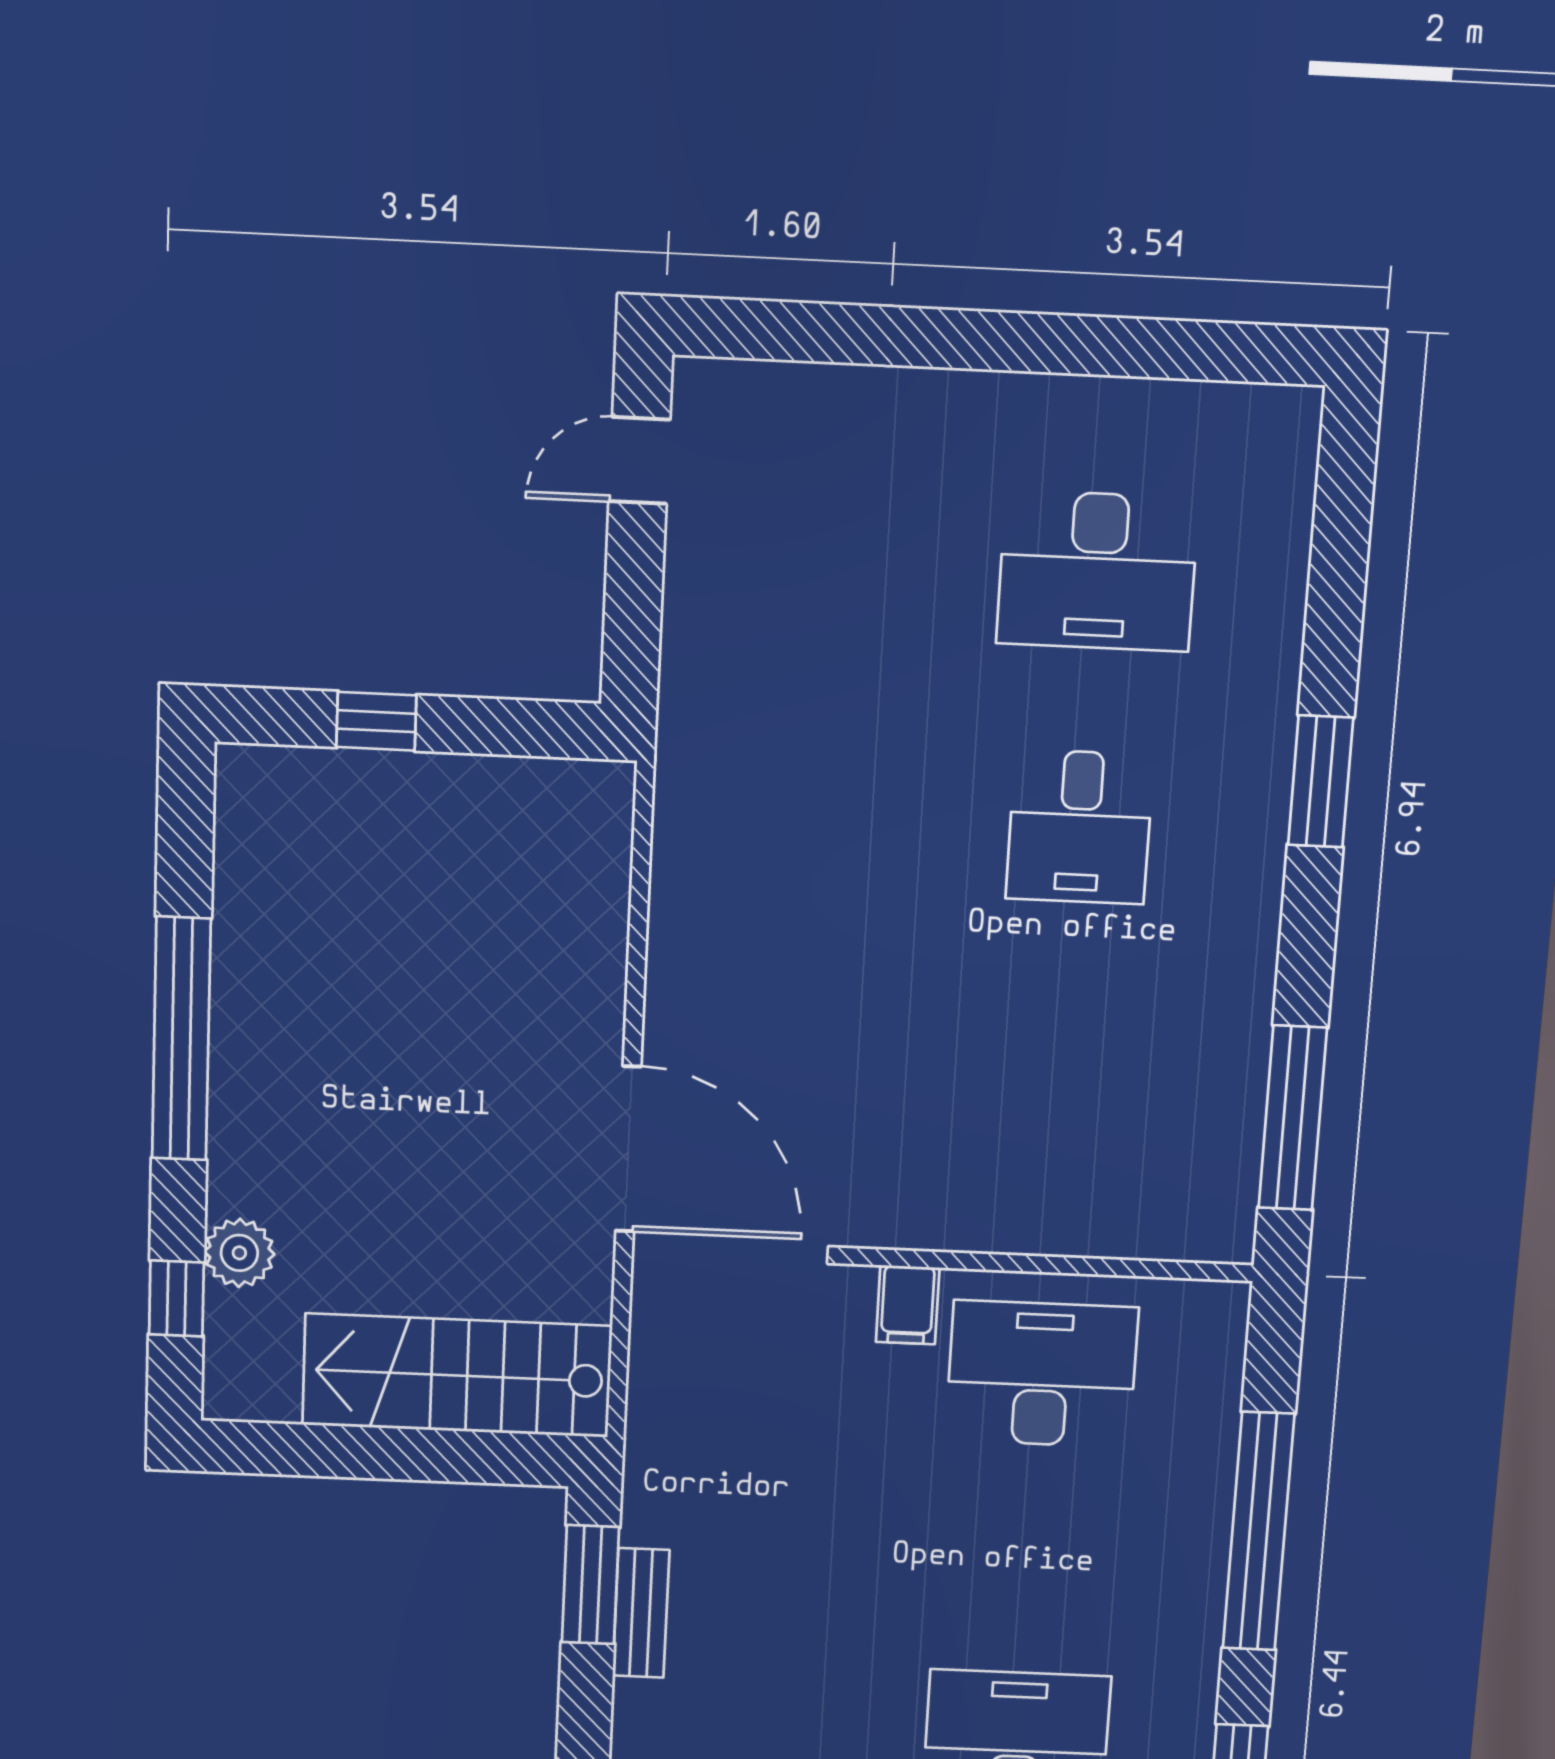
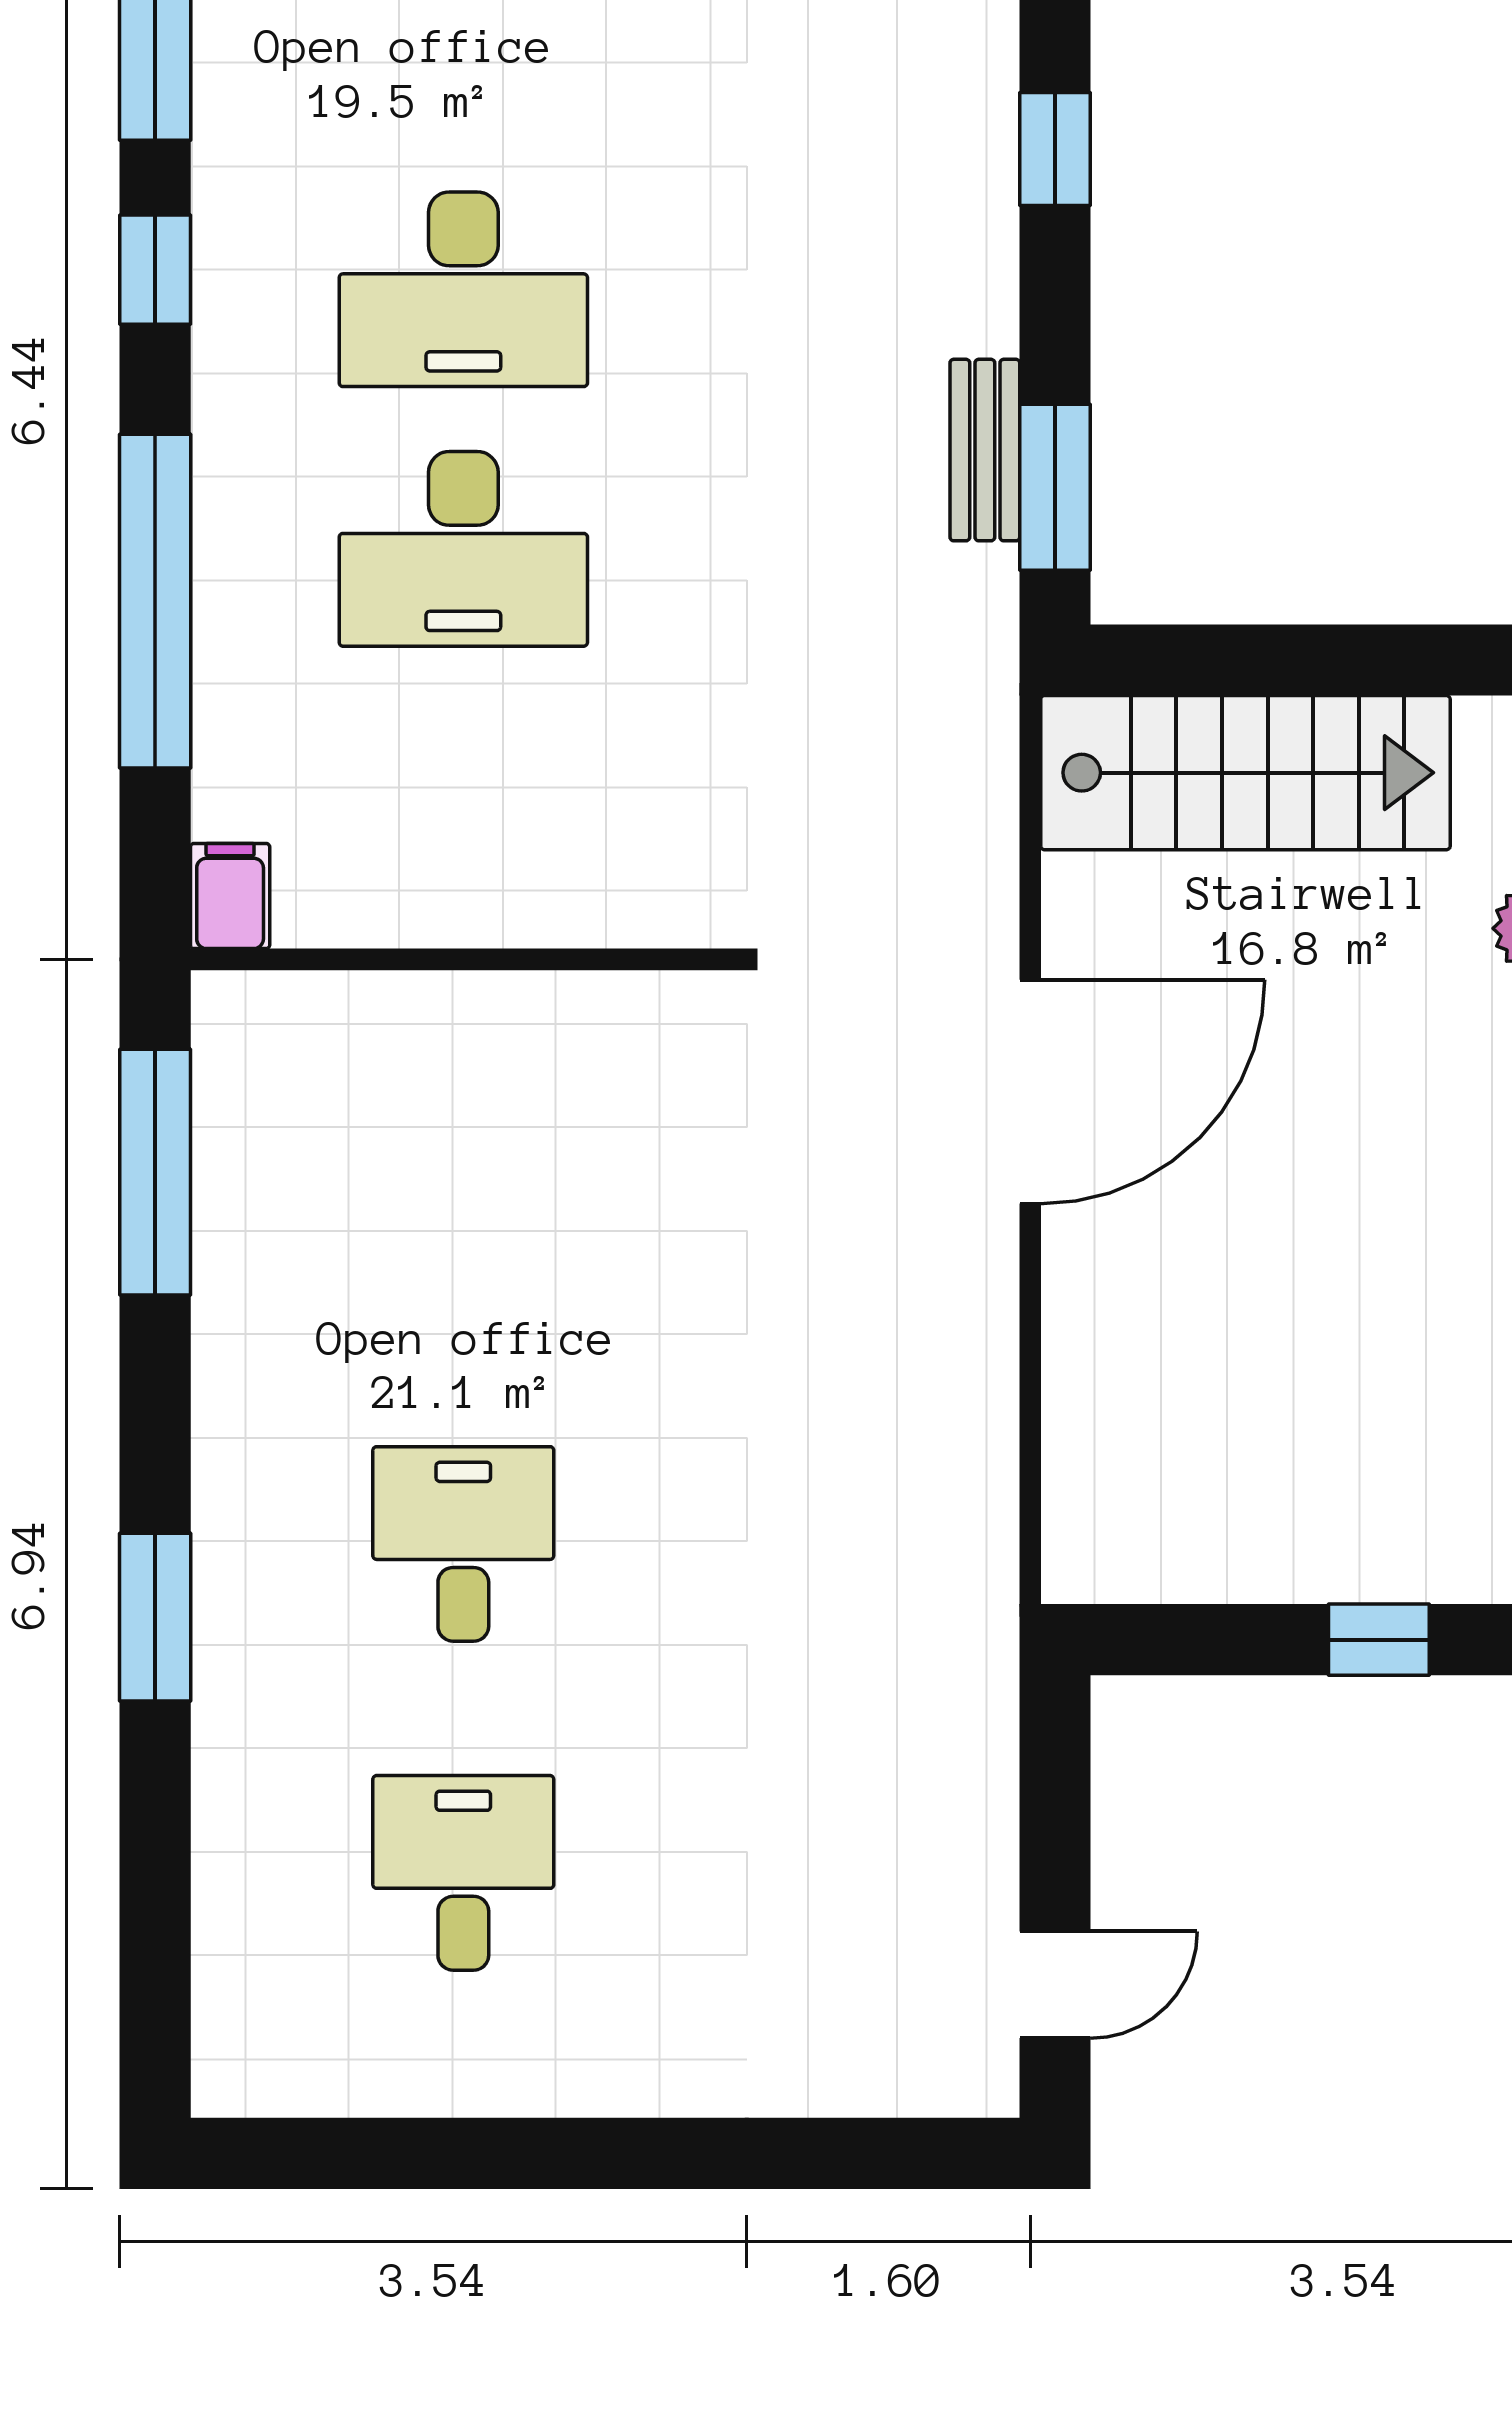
desk: (1097, 571) -> (463, 1873), width x0.73
door: (628, 1149) -> (1030, 1092), swing flipped
filing cabinet: (908, 1305) -> (230, 896), moved
desk: (1042, 1374) -> (463, 549), moved

